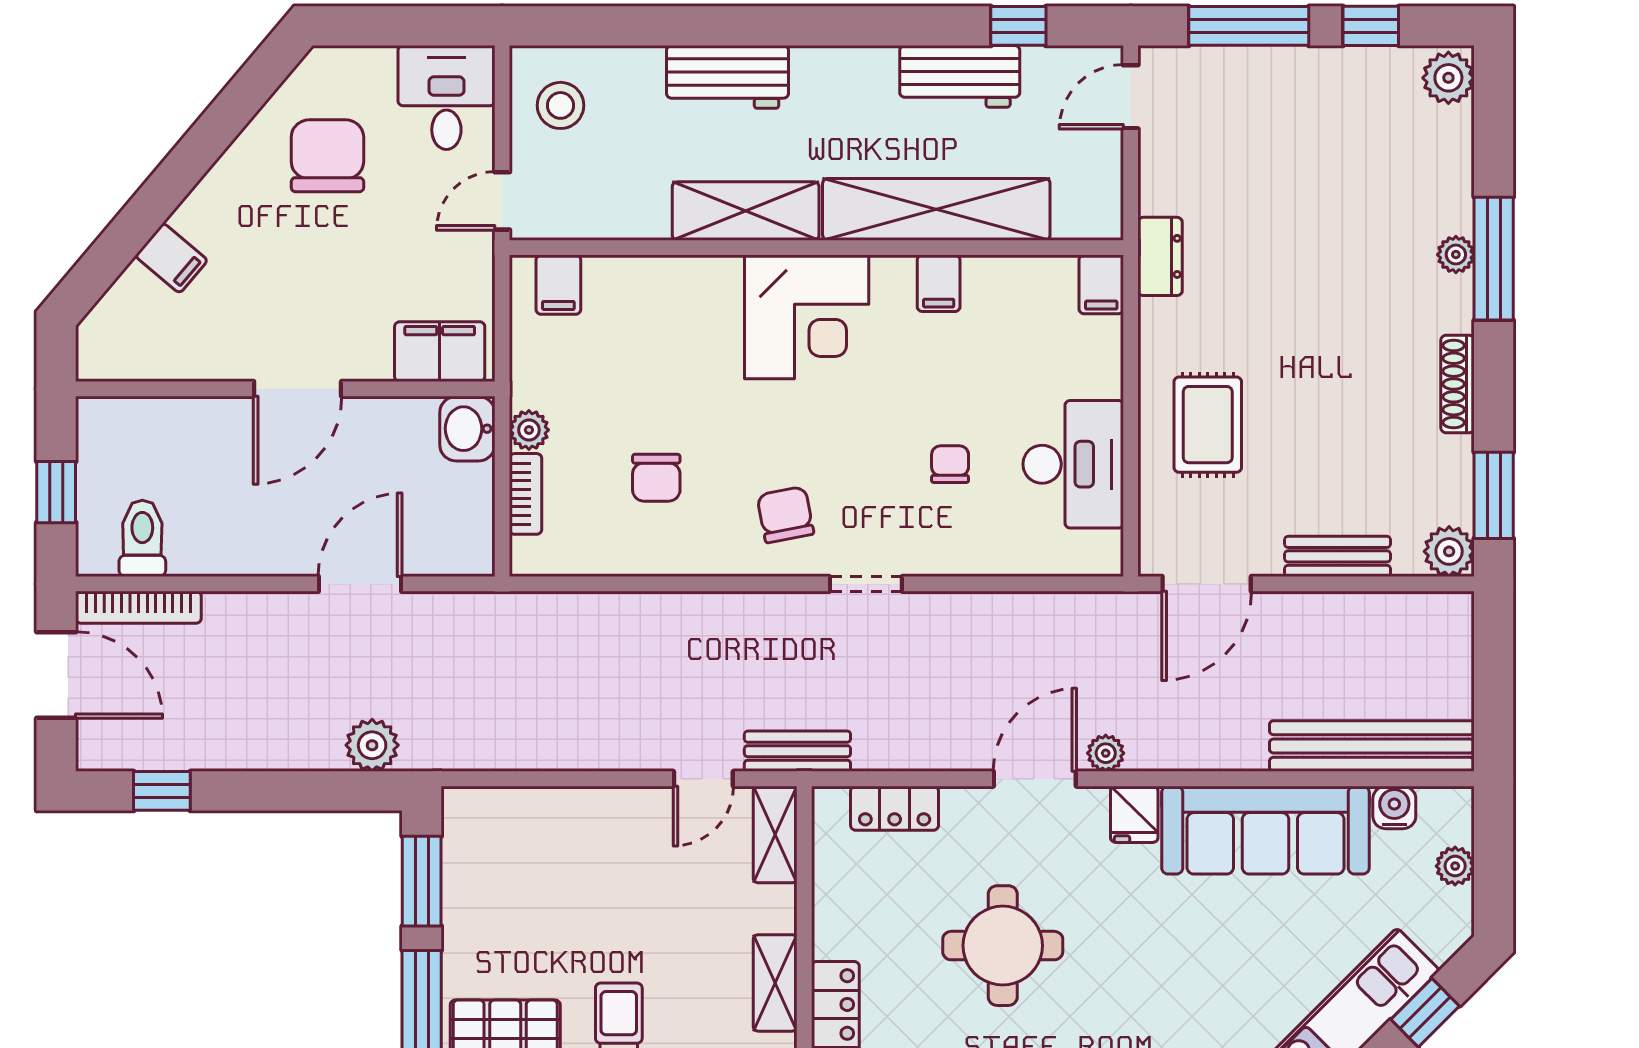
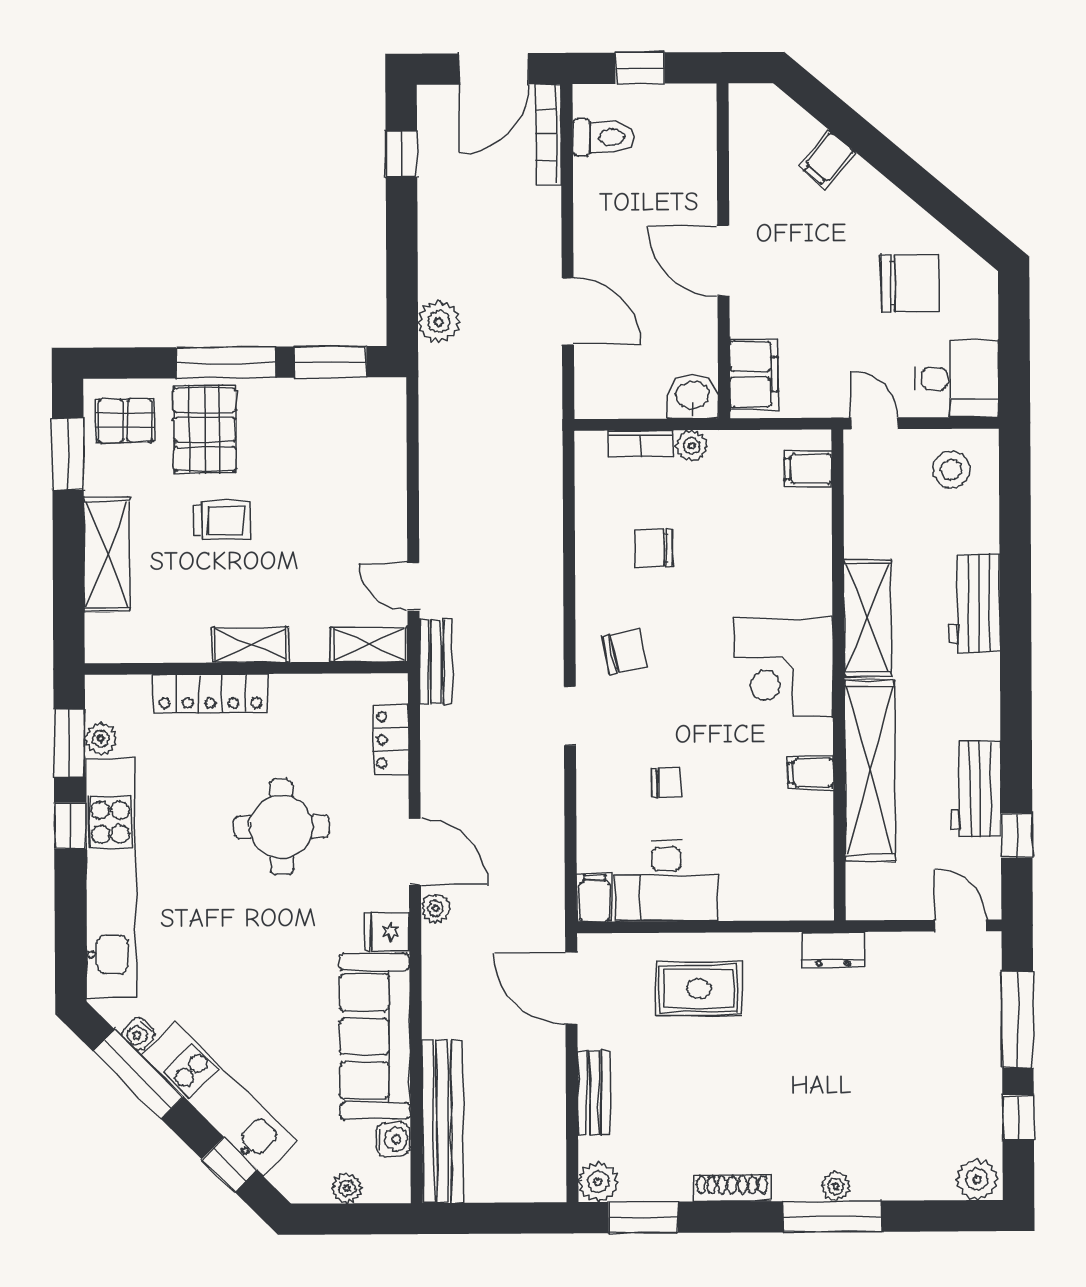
filing cabinet: (1101, 284) -> (595, 898), moved, turned 90

